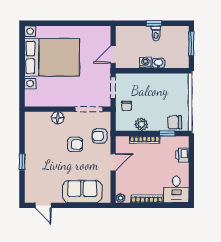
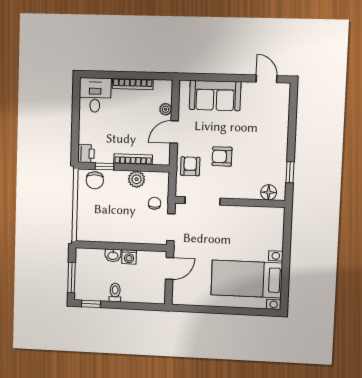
window: (154, 23) -> (91, 304), moved
bed with nightstands: (52, 57) -> (247, 279), width x0.73
floor lamp: (58, 118) -> (269, 192), moved
chair: (175, 122) -> (95, 180), turned 92
armchair: (100, 136) -> (190, 166), turned -90
printer: (182, 155) -> (86, 154), moved
window: (22, 162) -> (290, 172), moved
plant: (120, 198) -> (166, 109), moved

